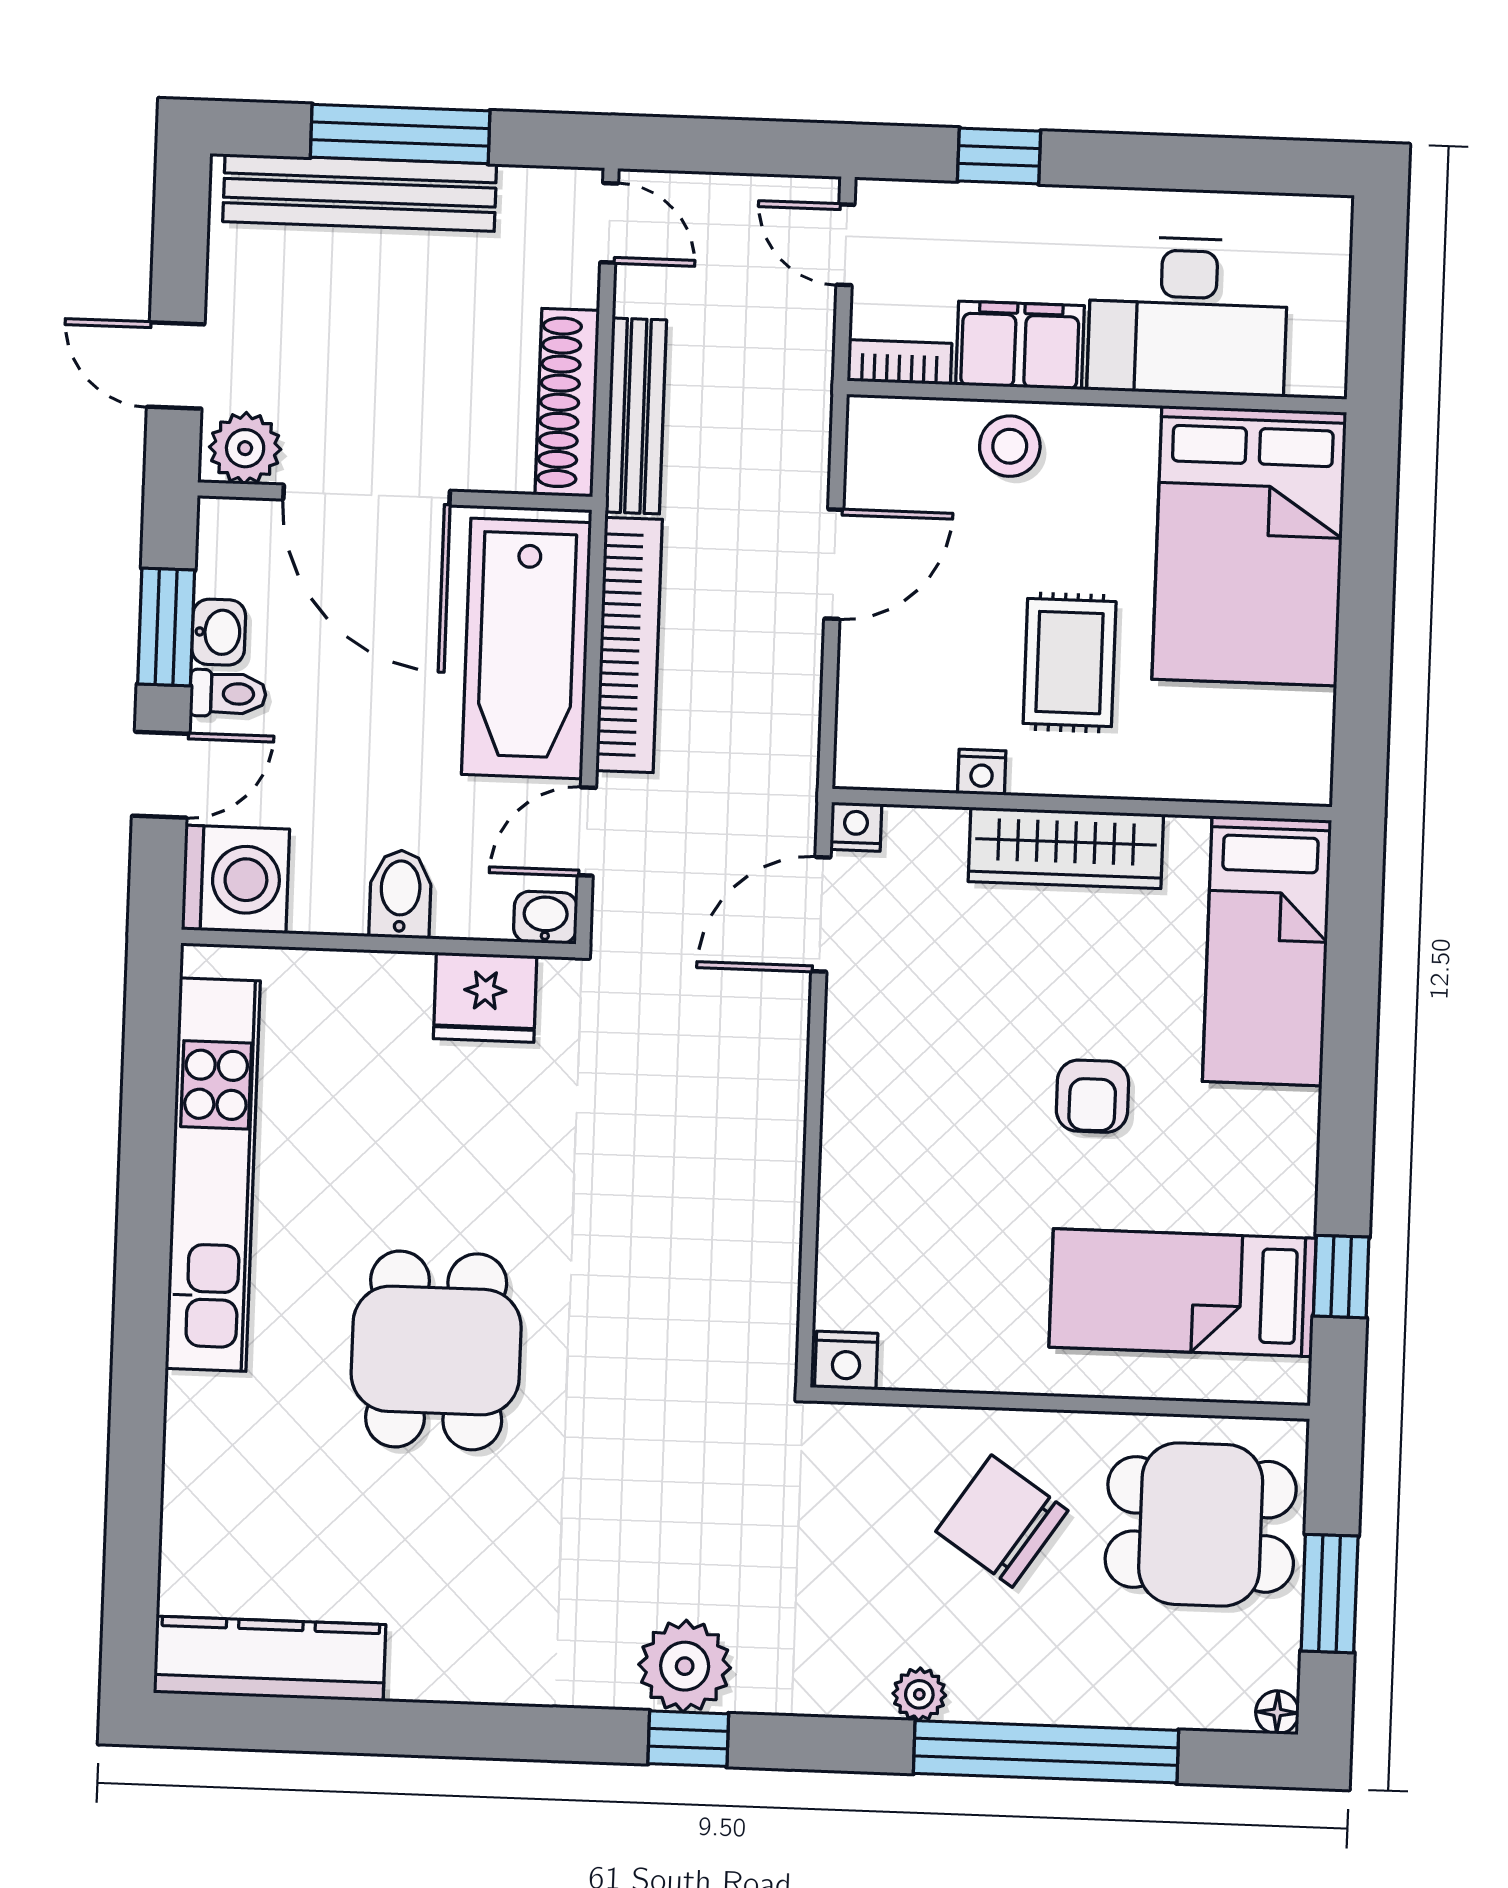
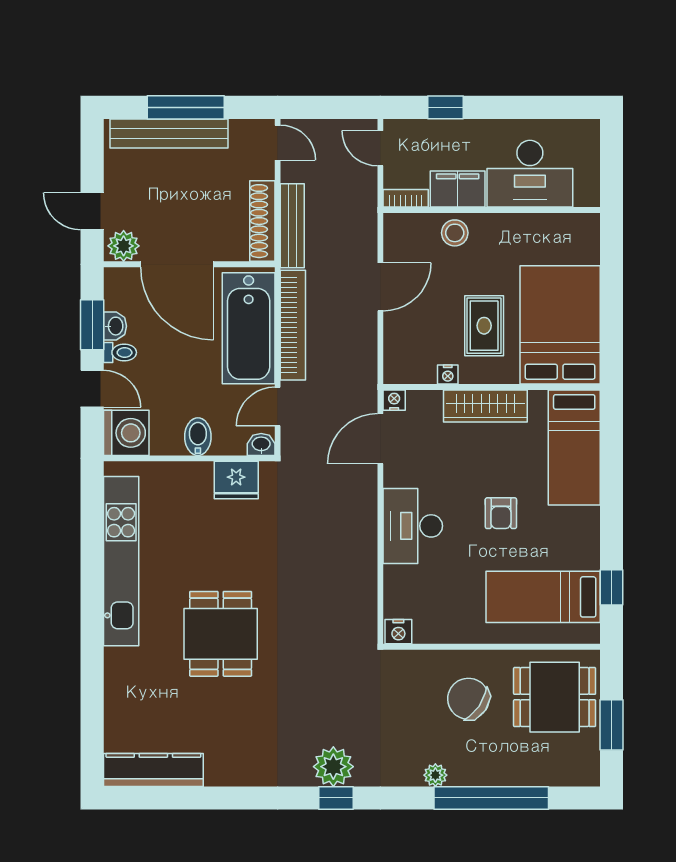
bed: (1249, 546) -> (560, 325), moved, turned 180
door: (161, 775) -> (92, 389), hinge flipped
desk: (888, 1118) -> (413, 526), added
floor lamp: (1277, 1712) -> (591, 777), removed

